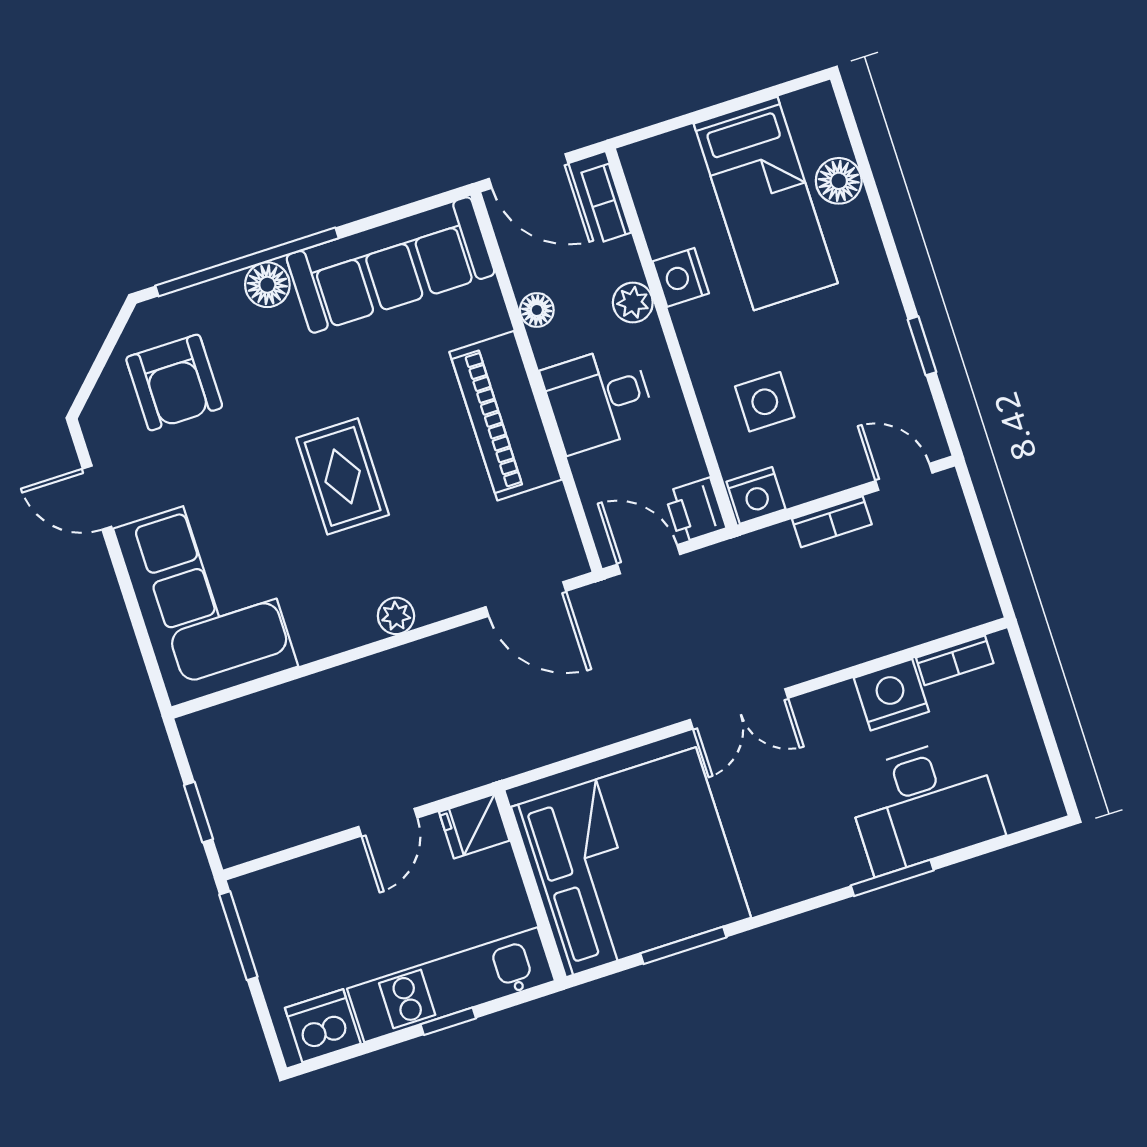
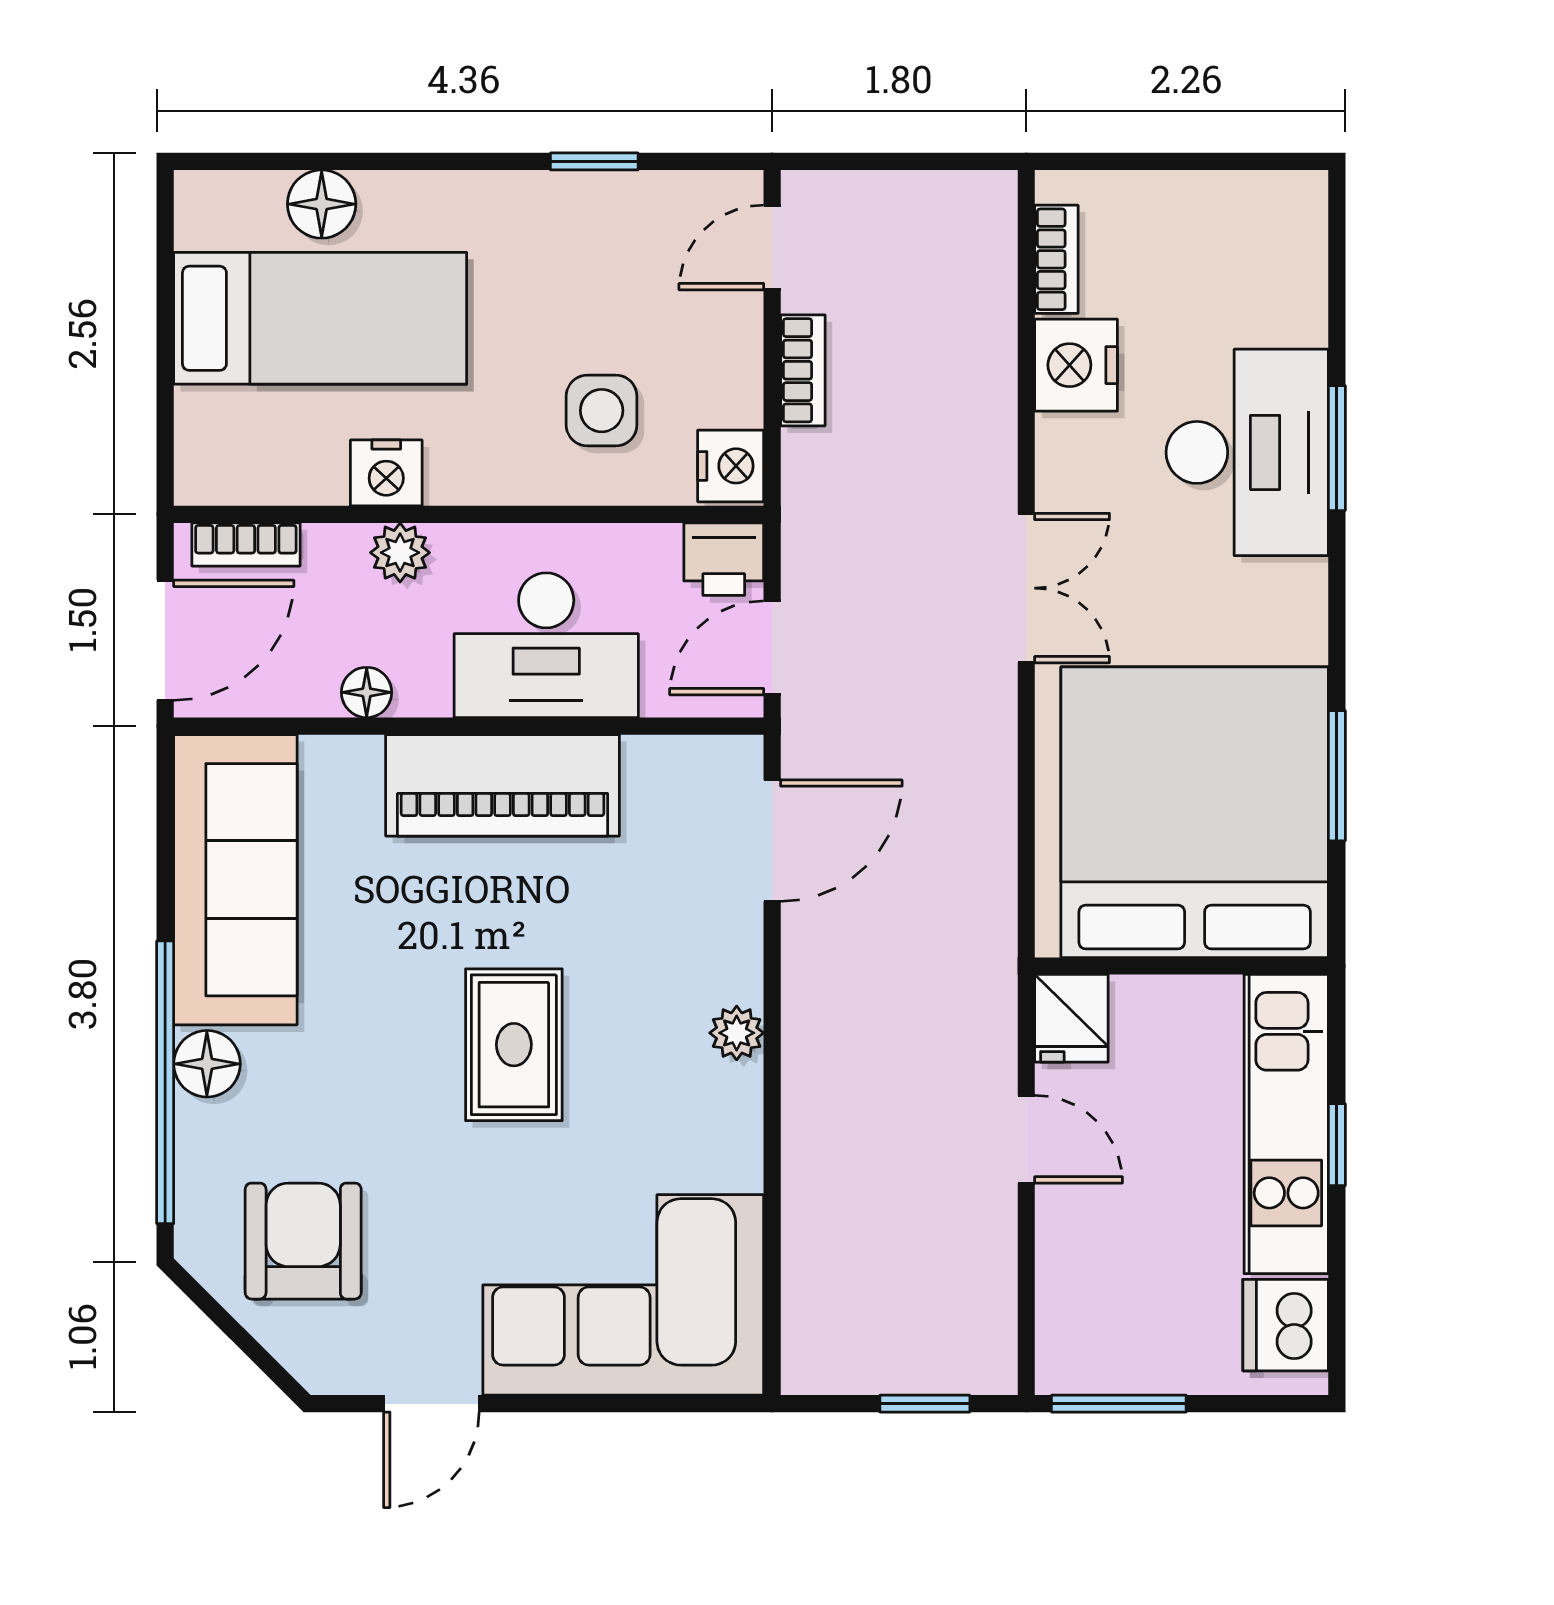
armchair: (174, 383) -> (303, 1241), turned -90
desk: (599, 399) -> (546, 645), width x1.37
rug: (343, 476) -> (514, 1045), turned 90
desk: (924, 805) -> (1247, 452), moved

